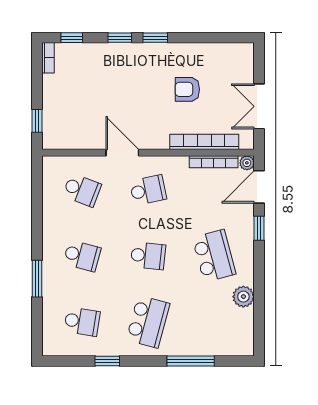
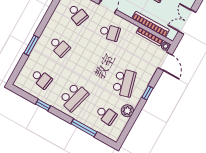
door: (259, 187) -> (165, 61), swing flipped
window: (259, 228) -> (147, 93), moved
school desk: (148, 256) -> (106, 115), moved

